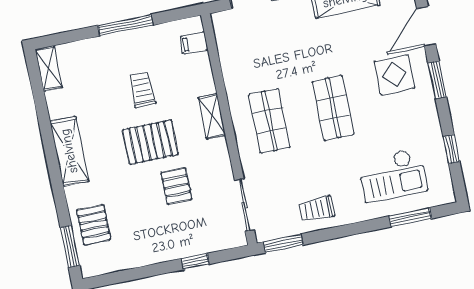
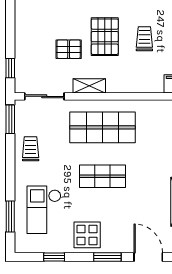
display table: (394, 75) -> (87, 235), moved
trolley: (142, 90) -> (144, 39), turned -90
shelving: (212, 116) -> (89, 86), moved
shop shelf: (269, 121) -> (102, 127), width x1.43, depth x1.36
window: (195, 261) -> (10, 68), moved

